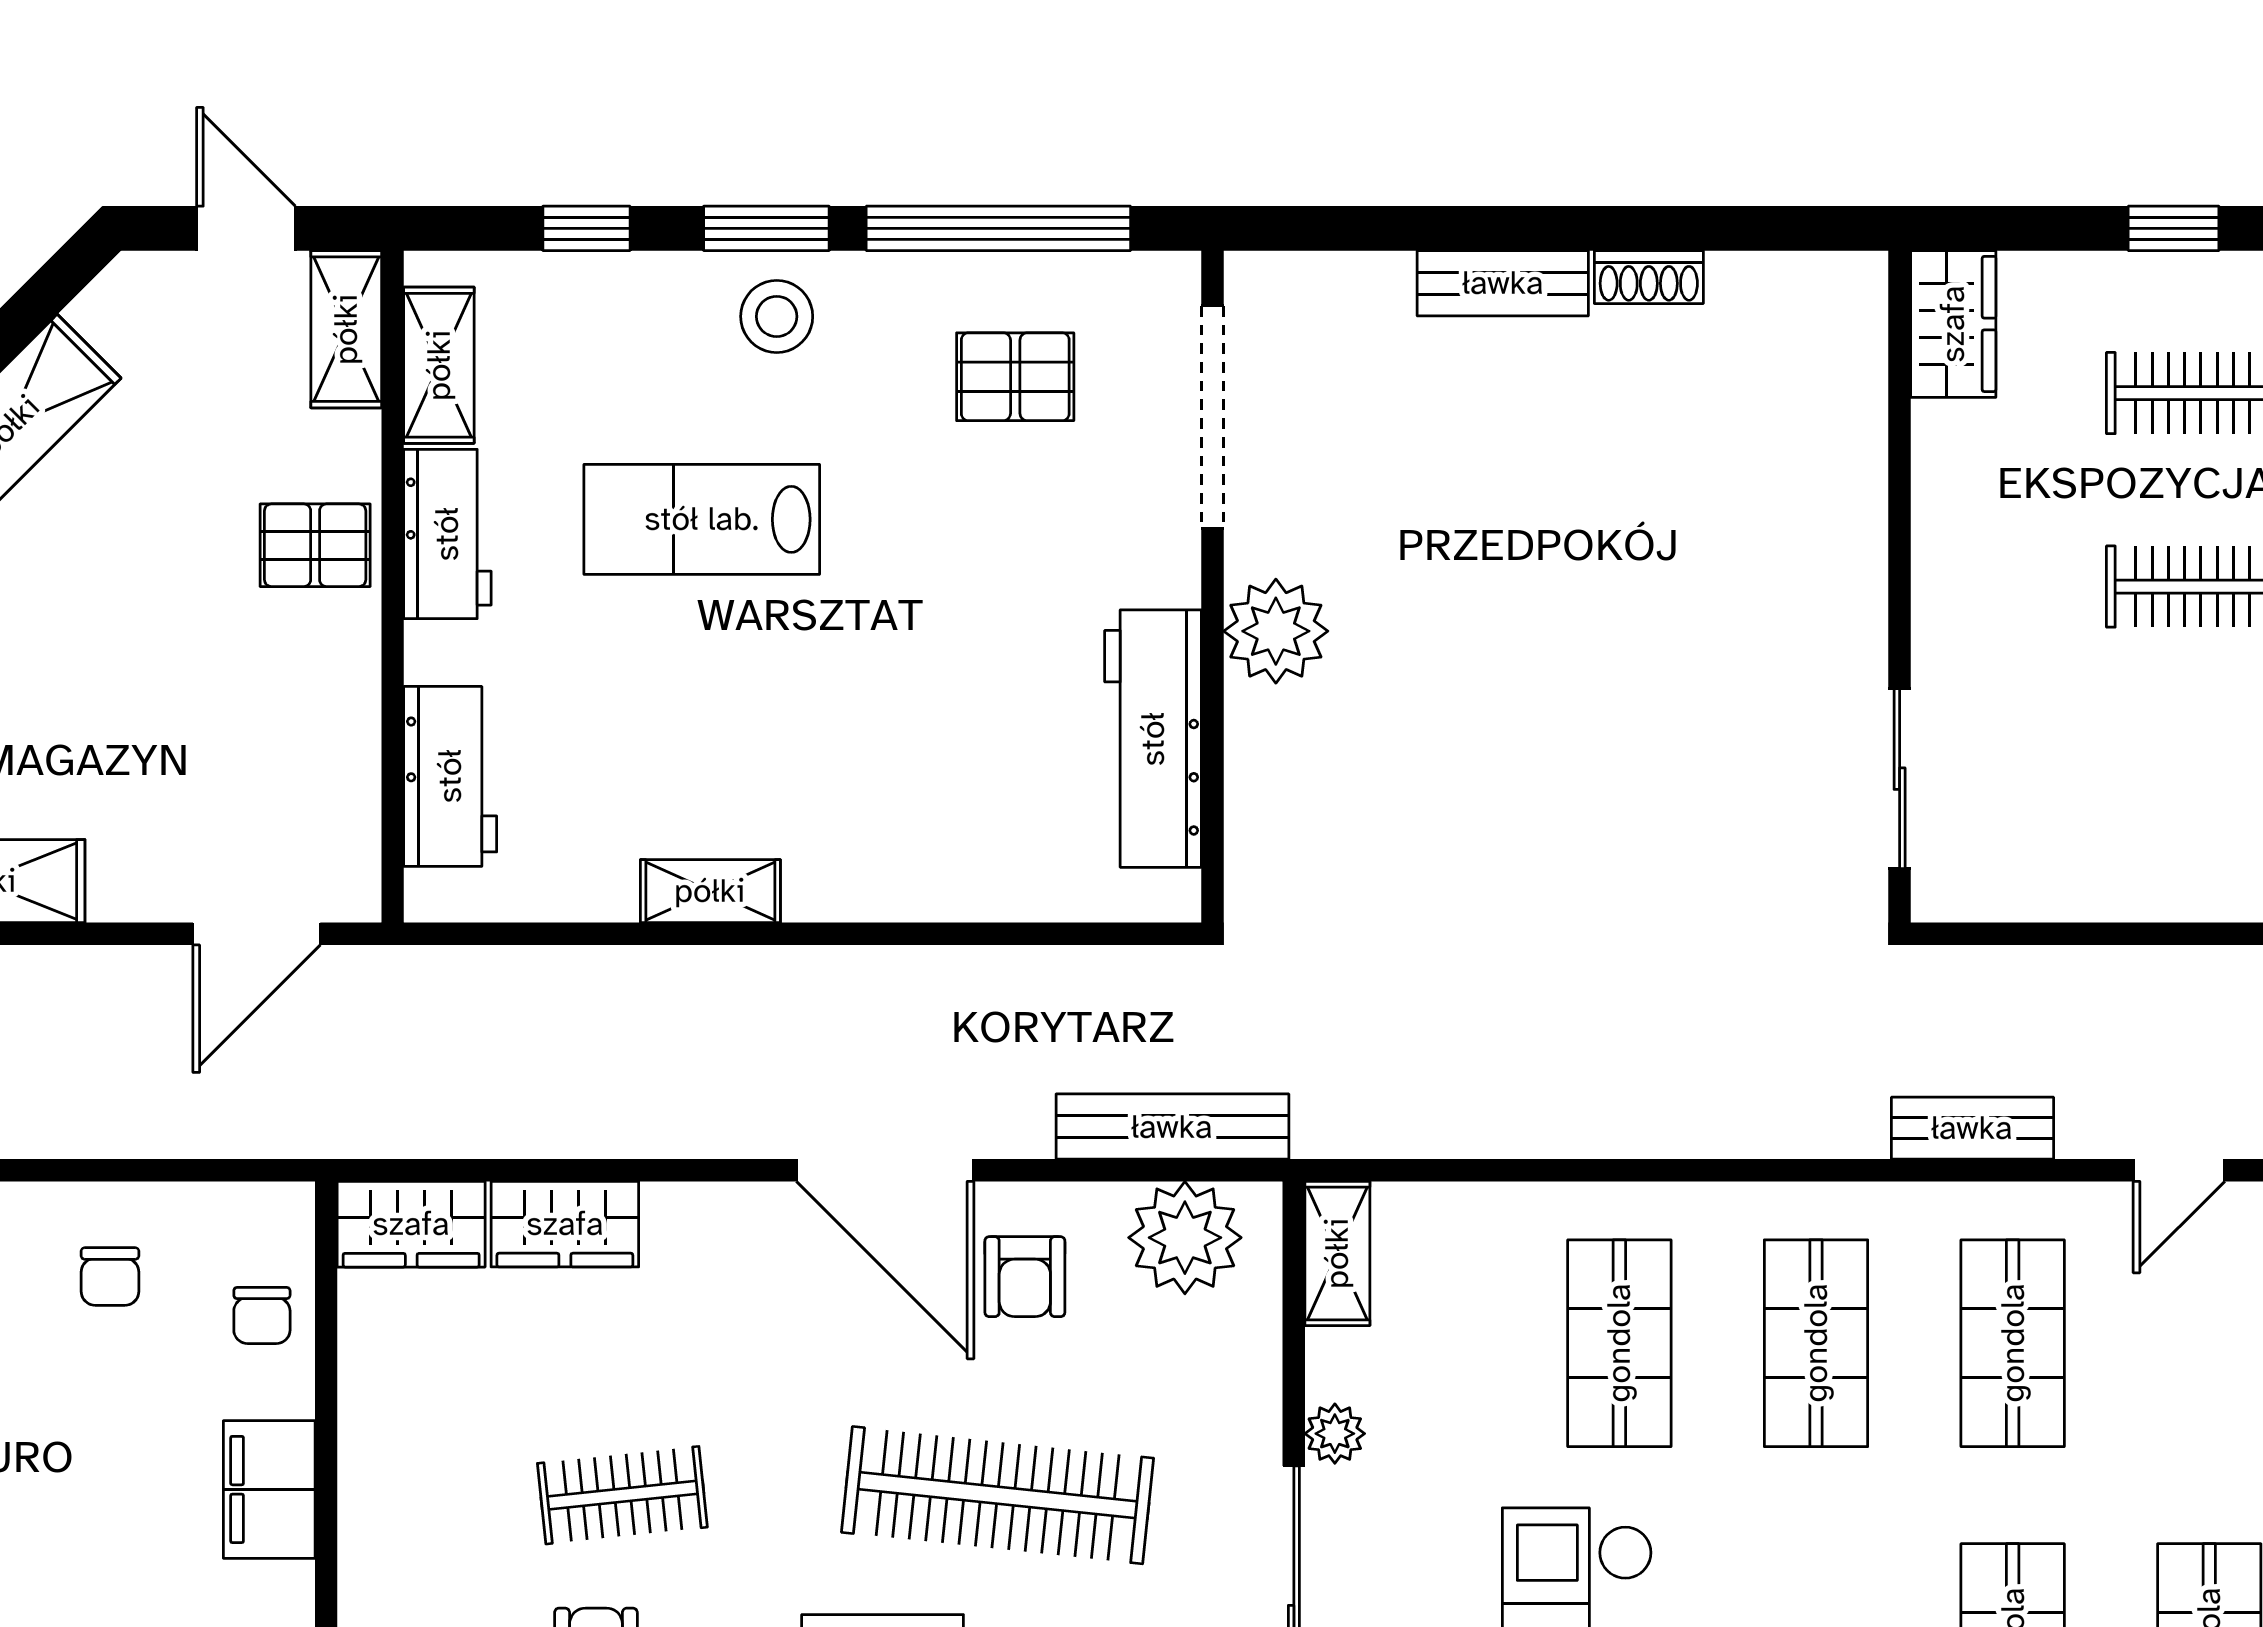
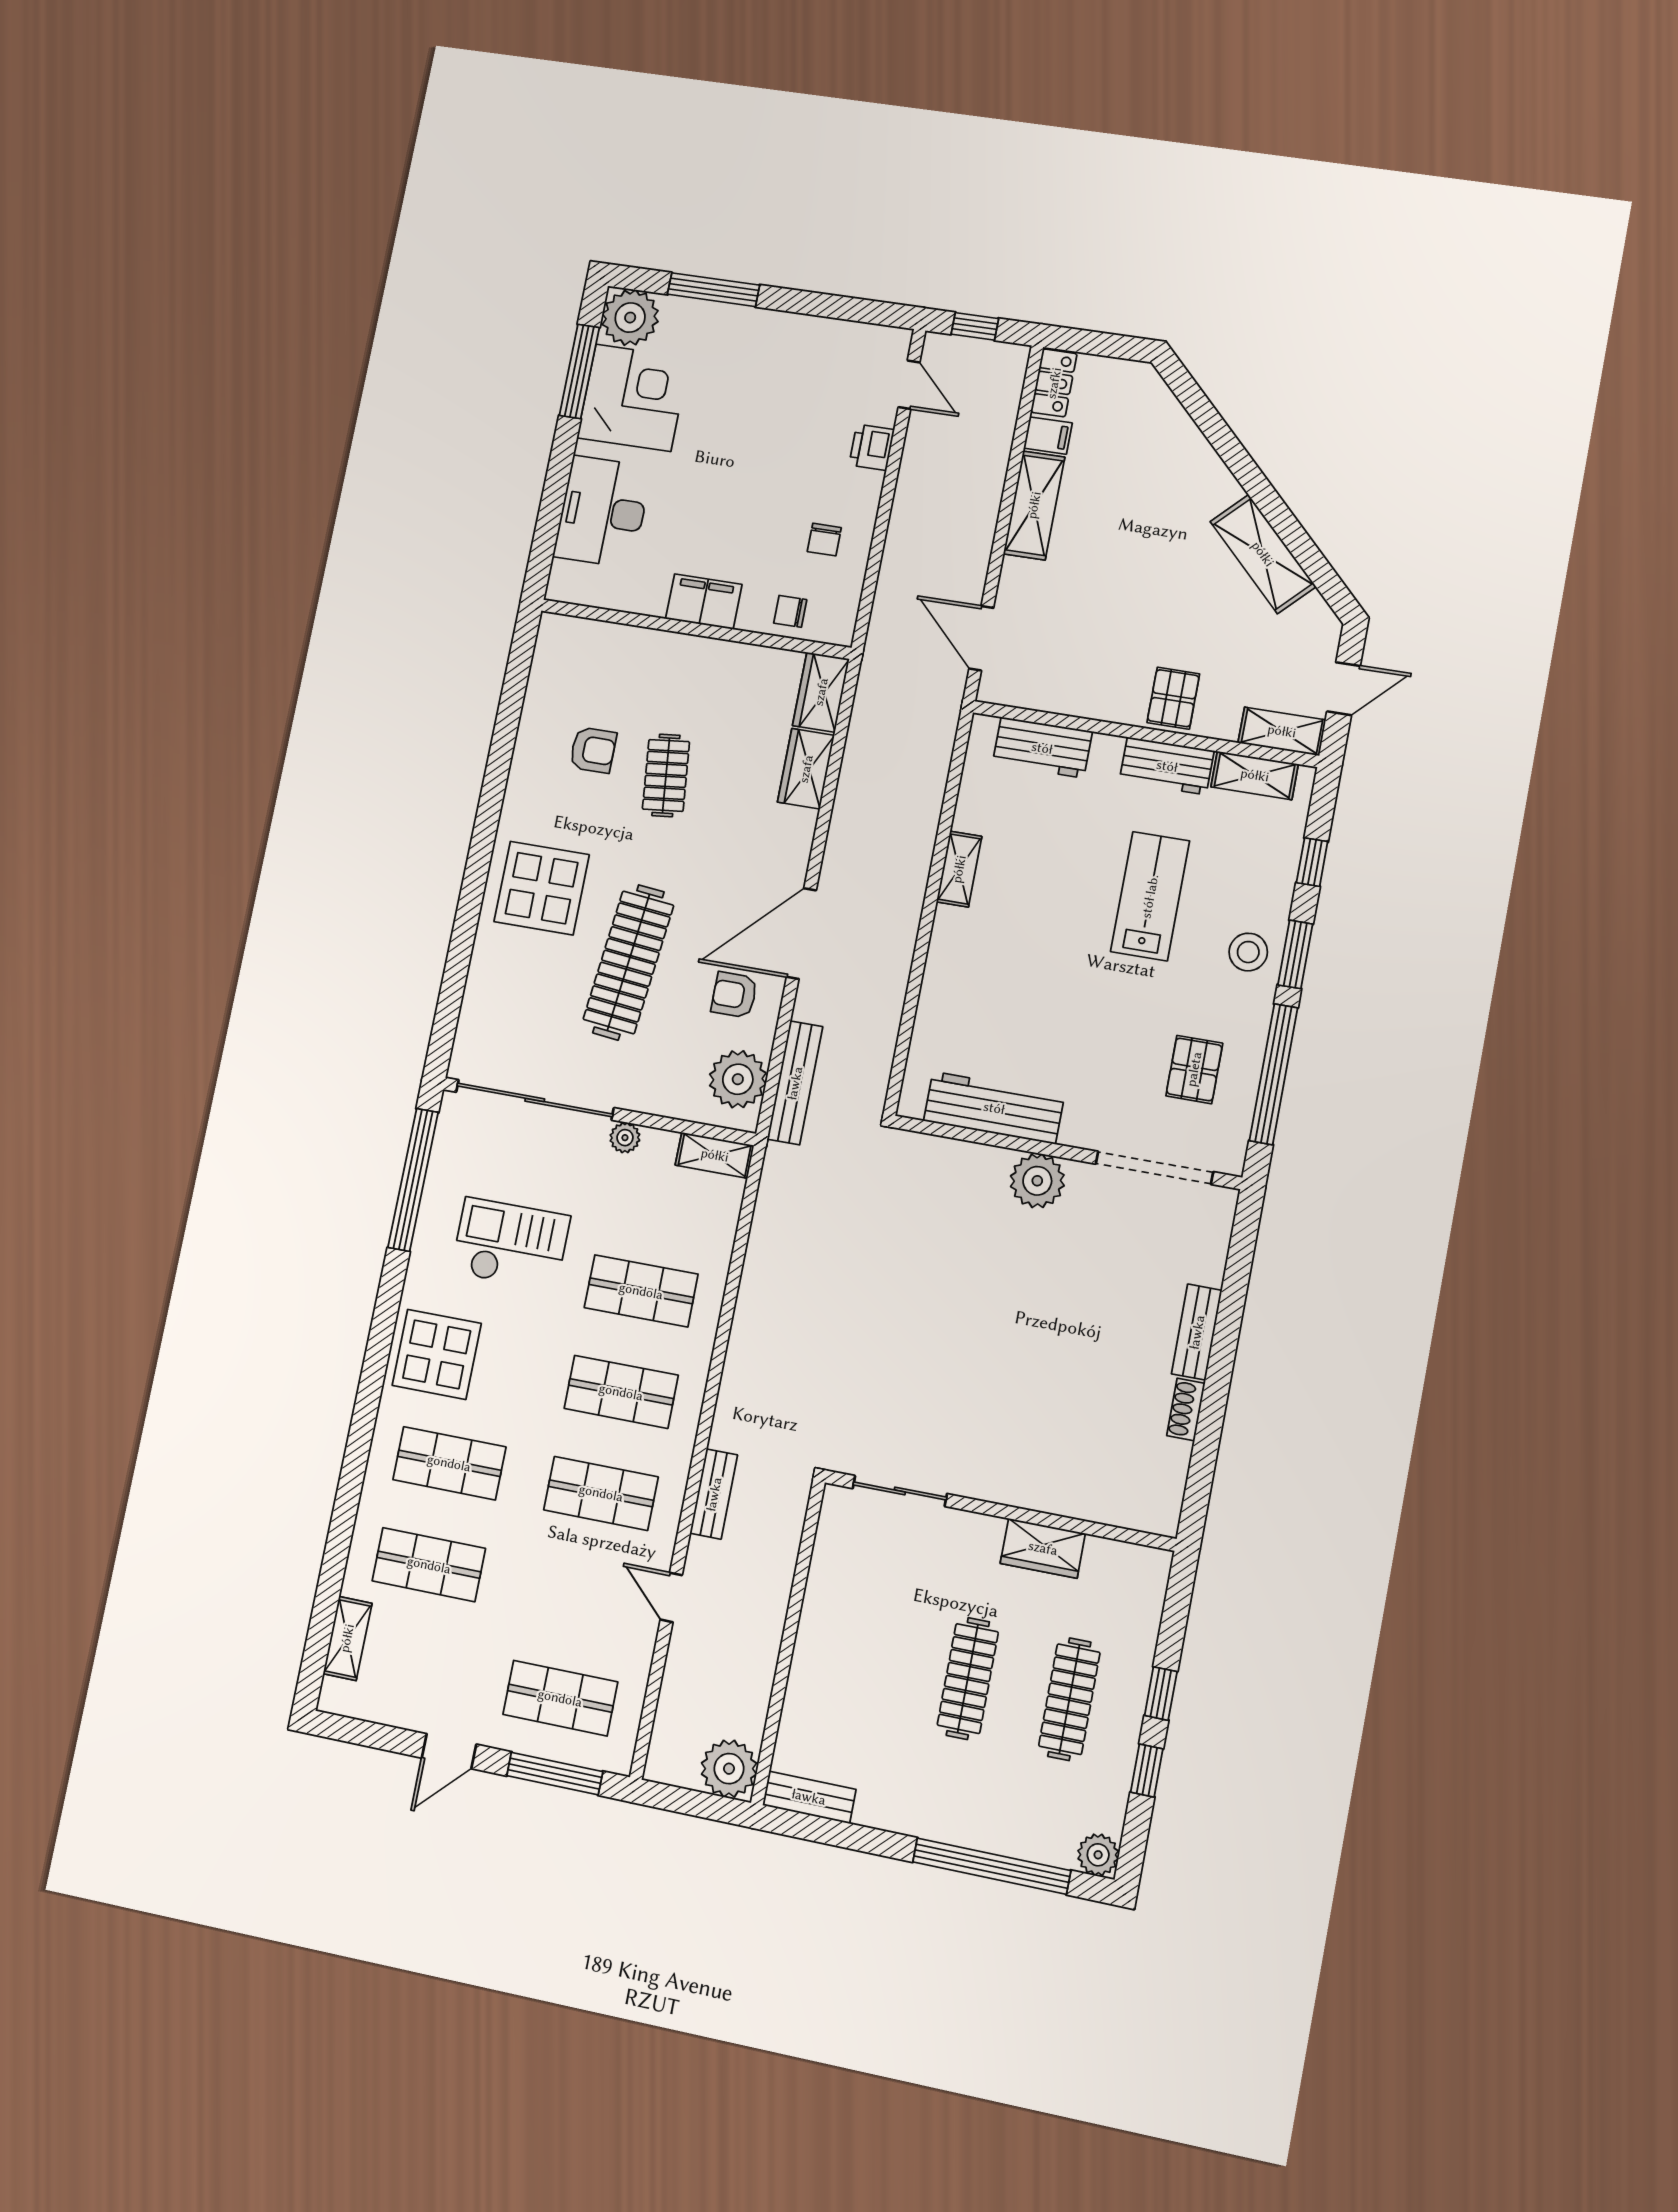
wardrobe: (1953, 324) -> (1043, 1548), moved
chair: (110, 1277) -> (824, 540), turned -90

